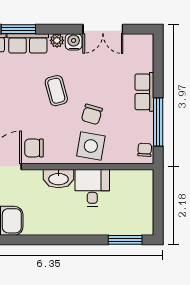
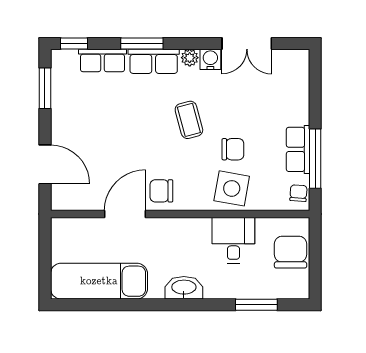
row of seats: (144, 92) -> (298, 149), moved
chair: (92, 114) -> (233, 149), turned -106
washbasin: (59, 179) -> (184, 288), moved, turned 180
chair: (138, 197) -> (291, 252), added
window: (125, 240) -> (256, 305), moved

